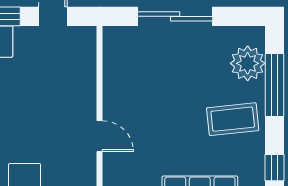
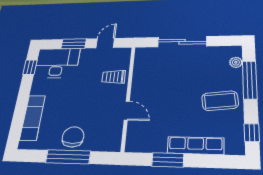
plant: (248, 63) -> (236, 62), width x0.53, depth x0.53
trolley: (73, 79) -> (114, 77), added

